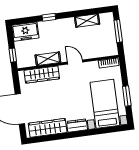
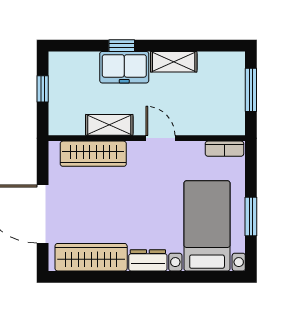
shelving: (87, 21) -> (174, 62), moved
freezer: (25, 32) -> (124, 67), moved
window: (13, 55) -> (43, 89), moved

